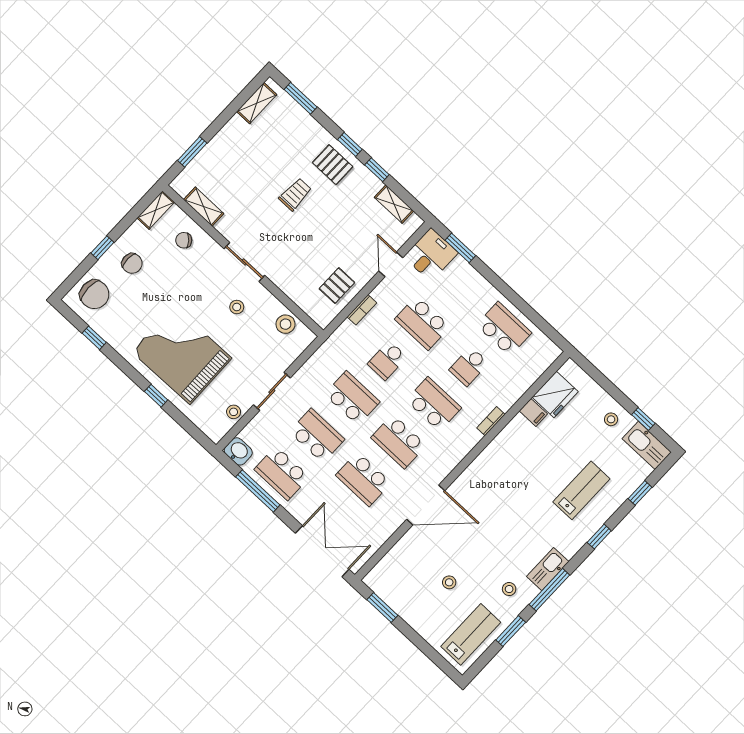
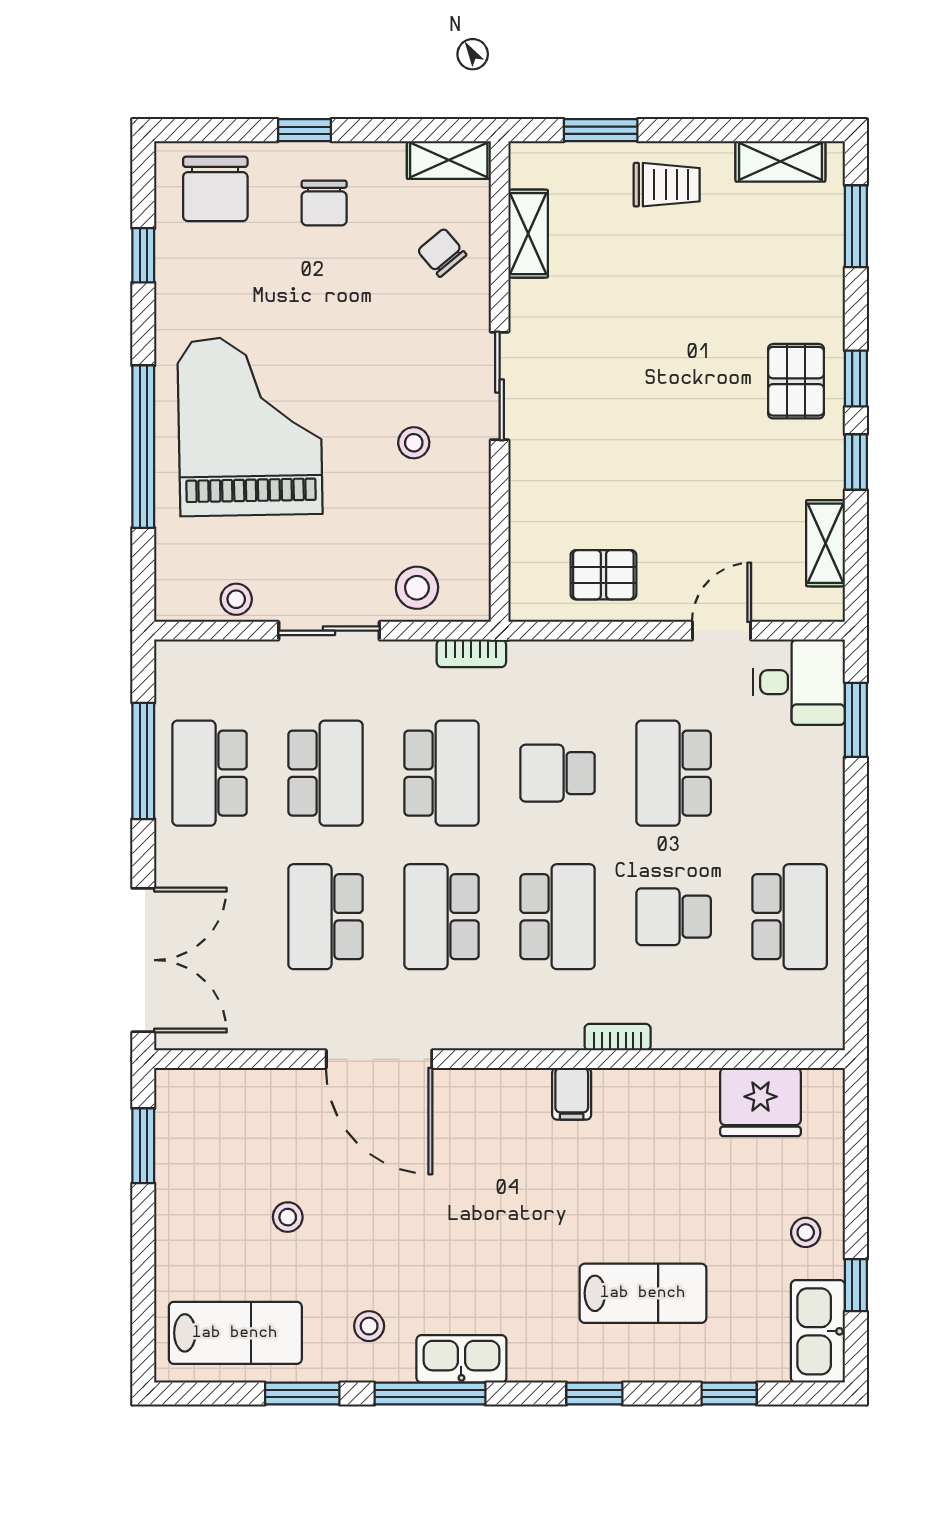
trolley: (295, 194) -> (667, 185), moved
bookcase: (362, 310) -> (471, 653), moved
stool: (285, 324) -> (417, 588), moved
window: (156, 396) -> (143, 447), width x3.17
filing cabinet: (533, 412) -> (572, 1094), moved
washbasin: (238, 451) -> (178, 668), removed

